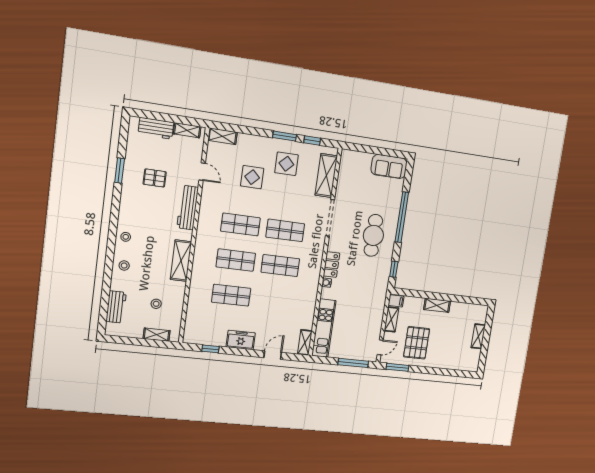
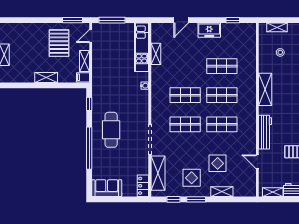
shelving: (223, 136) -> (222, 192), moved
locker: (331, 265) -> (143, 186), moved
shelving: (305, 342) -> (156, 54), moved

